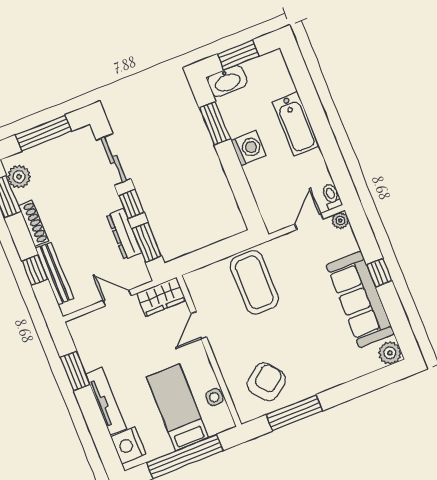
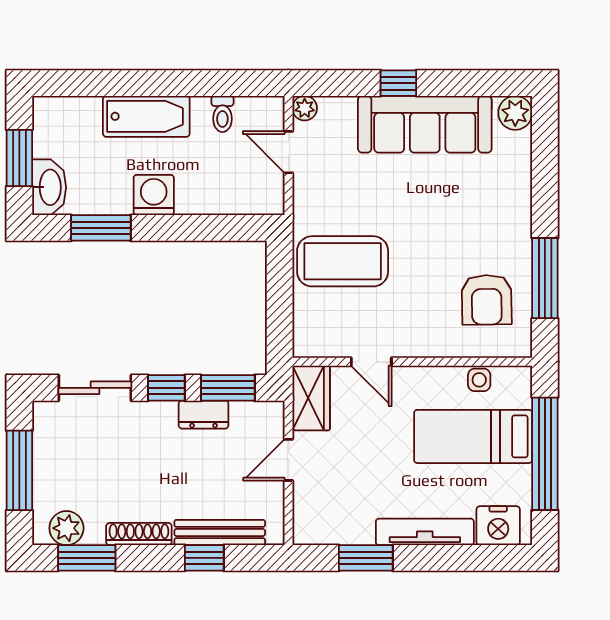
toilet: (332, 197) -> (222, 114), moved, turned -90
dresser: (124, 234) -> (204, 415), width x0.70
armchair: (266, 382) -> (487, 300), turned -143

